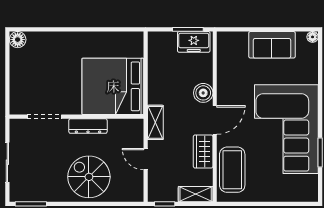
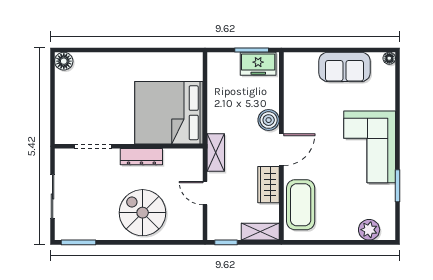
corner sofa: (286, 129) -> (370, 147), width x0.73, depth x0.74
plant: (294, 192) -> (369, 230), added

